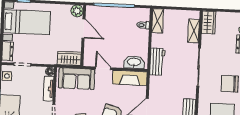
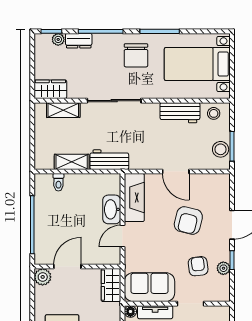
shelving: (158, 21) -> (72, 162), moved
washbasin: (134, 62) -> (112, 209), moved
sofa: (77, 79) -> (149, 287), moved, turned -90

